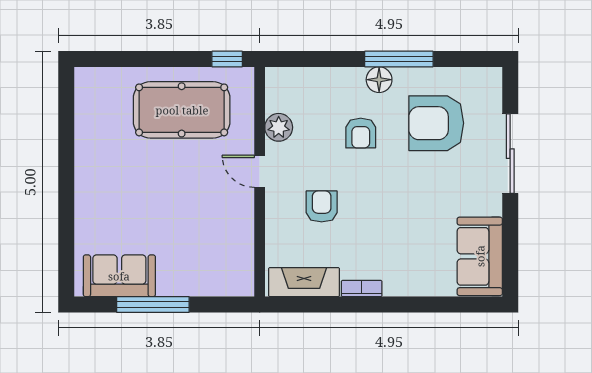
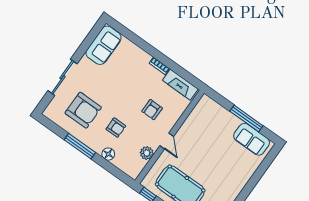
floor lamp: (379, 80) -> (108, 154), moved
armchair: (361, 133) -> (116, 128), turned 90

